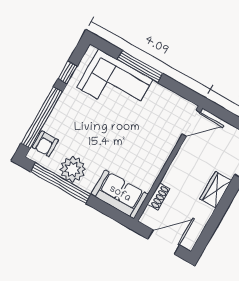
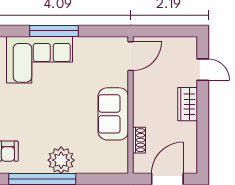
plant: (73, 169) -> (61, 160), moved
sofa: (120, 194) -> (113, 114), moved, turned -90

